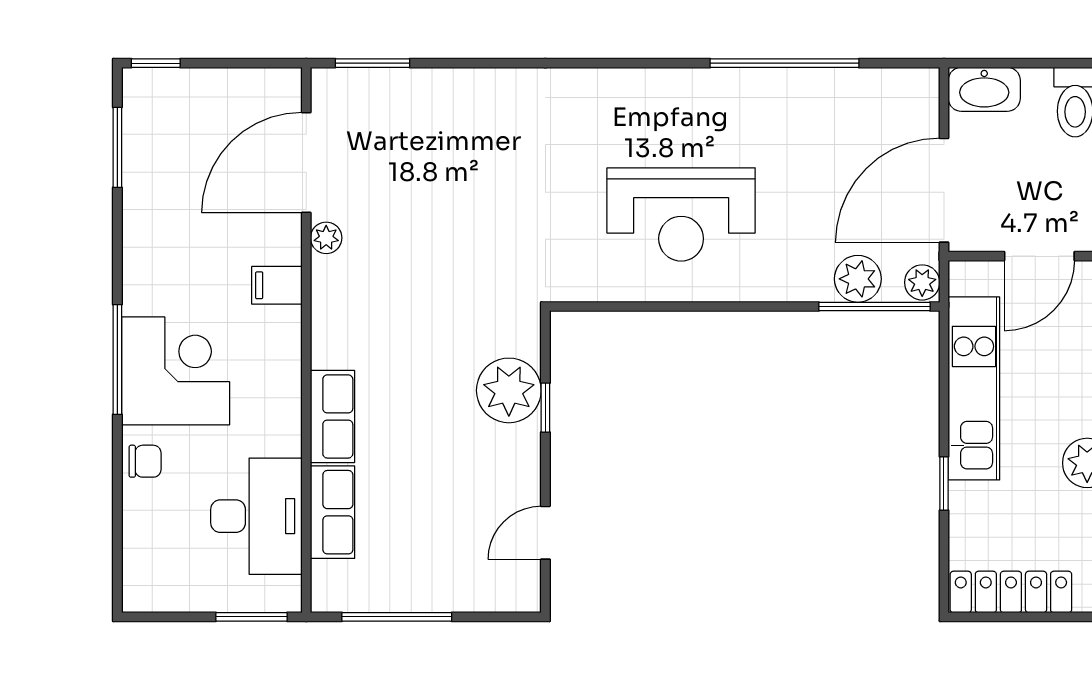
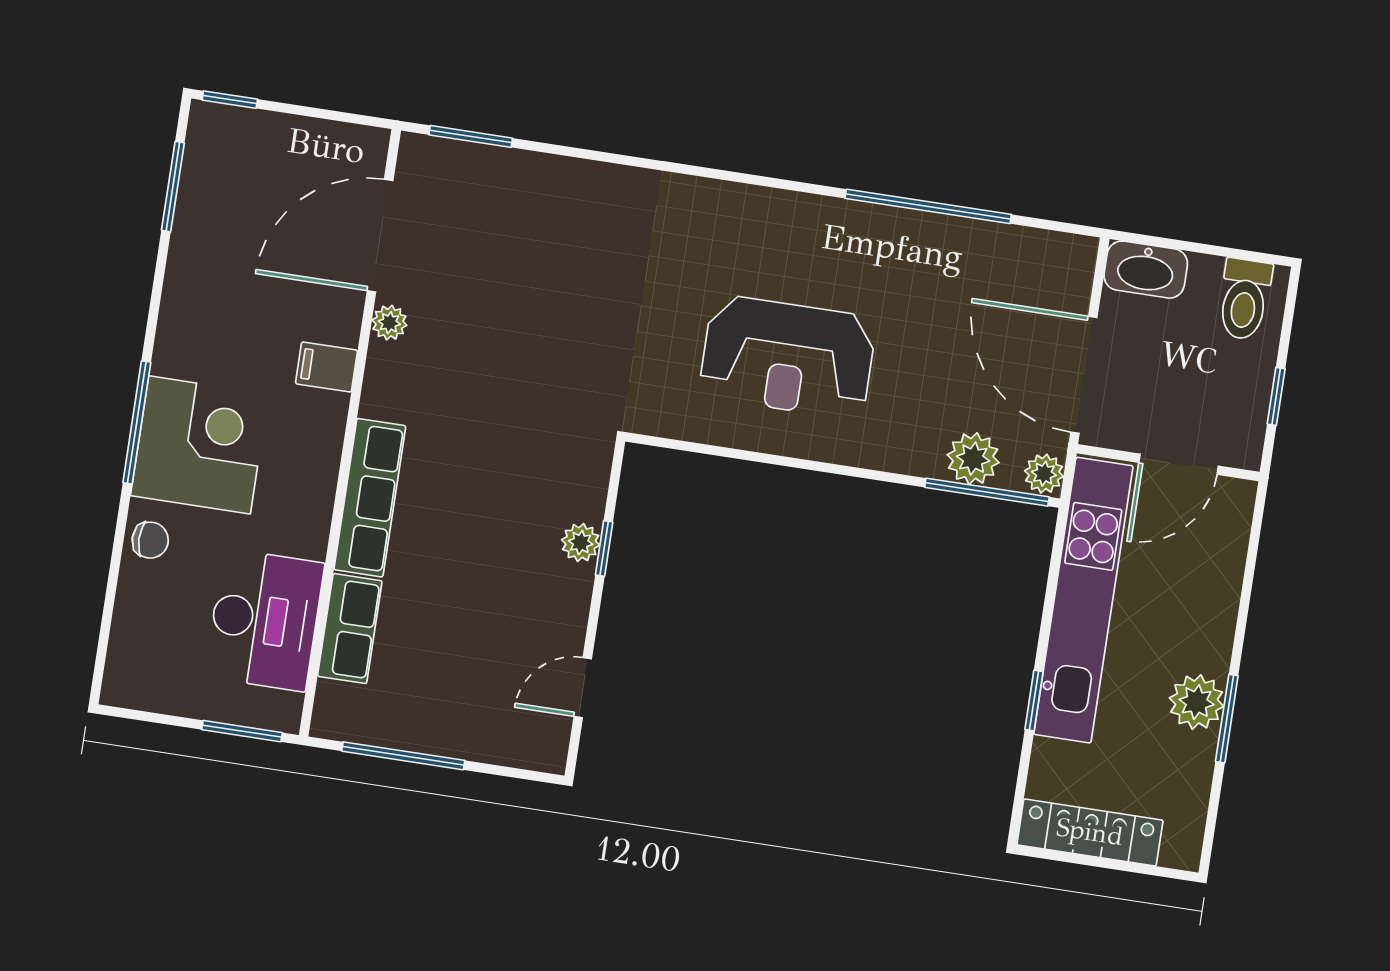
door: (944, 190) -> (1084, 375), hinge flipped
kitchen unit: (974, 388) -> (1083, 600), width x1.36
plant: (509, 390) -> (581, 543), width x0.53, depth x0.53
row of seats: (332, 416) -> (370, 498), width x1.48

